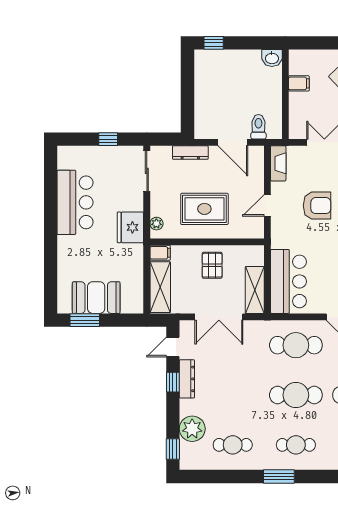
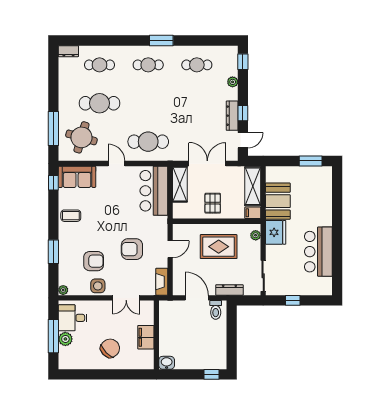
filing cabinet: (299, 83) -> (146, 337), width x2.00
toilet: (258, 127) -> (216, 310), moved
booth: (96, 298) -> (278, 201), moved, turned 90
cafe table: (296, 395) -> (148, 103), removed
plant: (192, 429) -> (233, 82), width x0.53, depth x0.53

